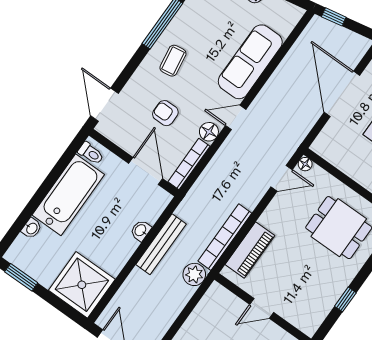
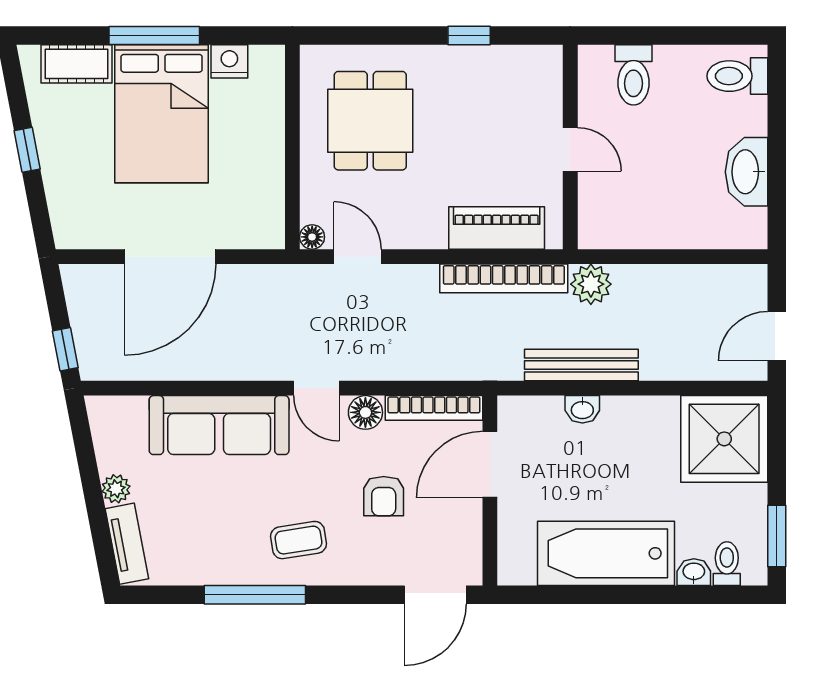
toilet: (91, 153) -> (727, 564), moved

